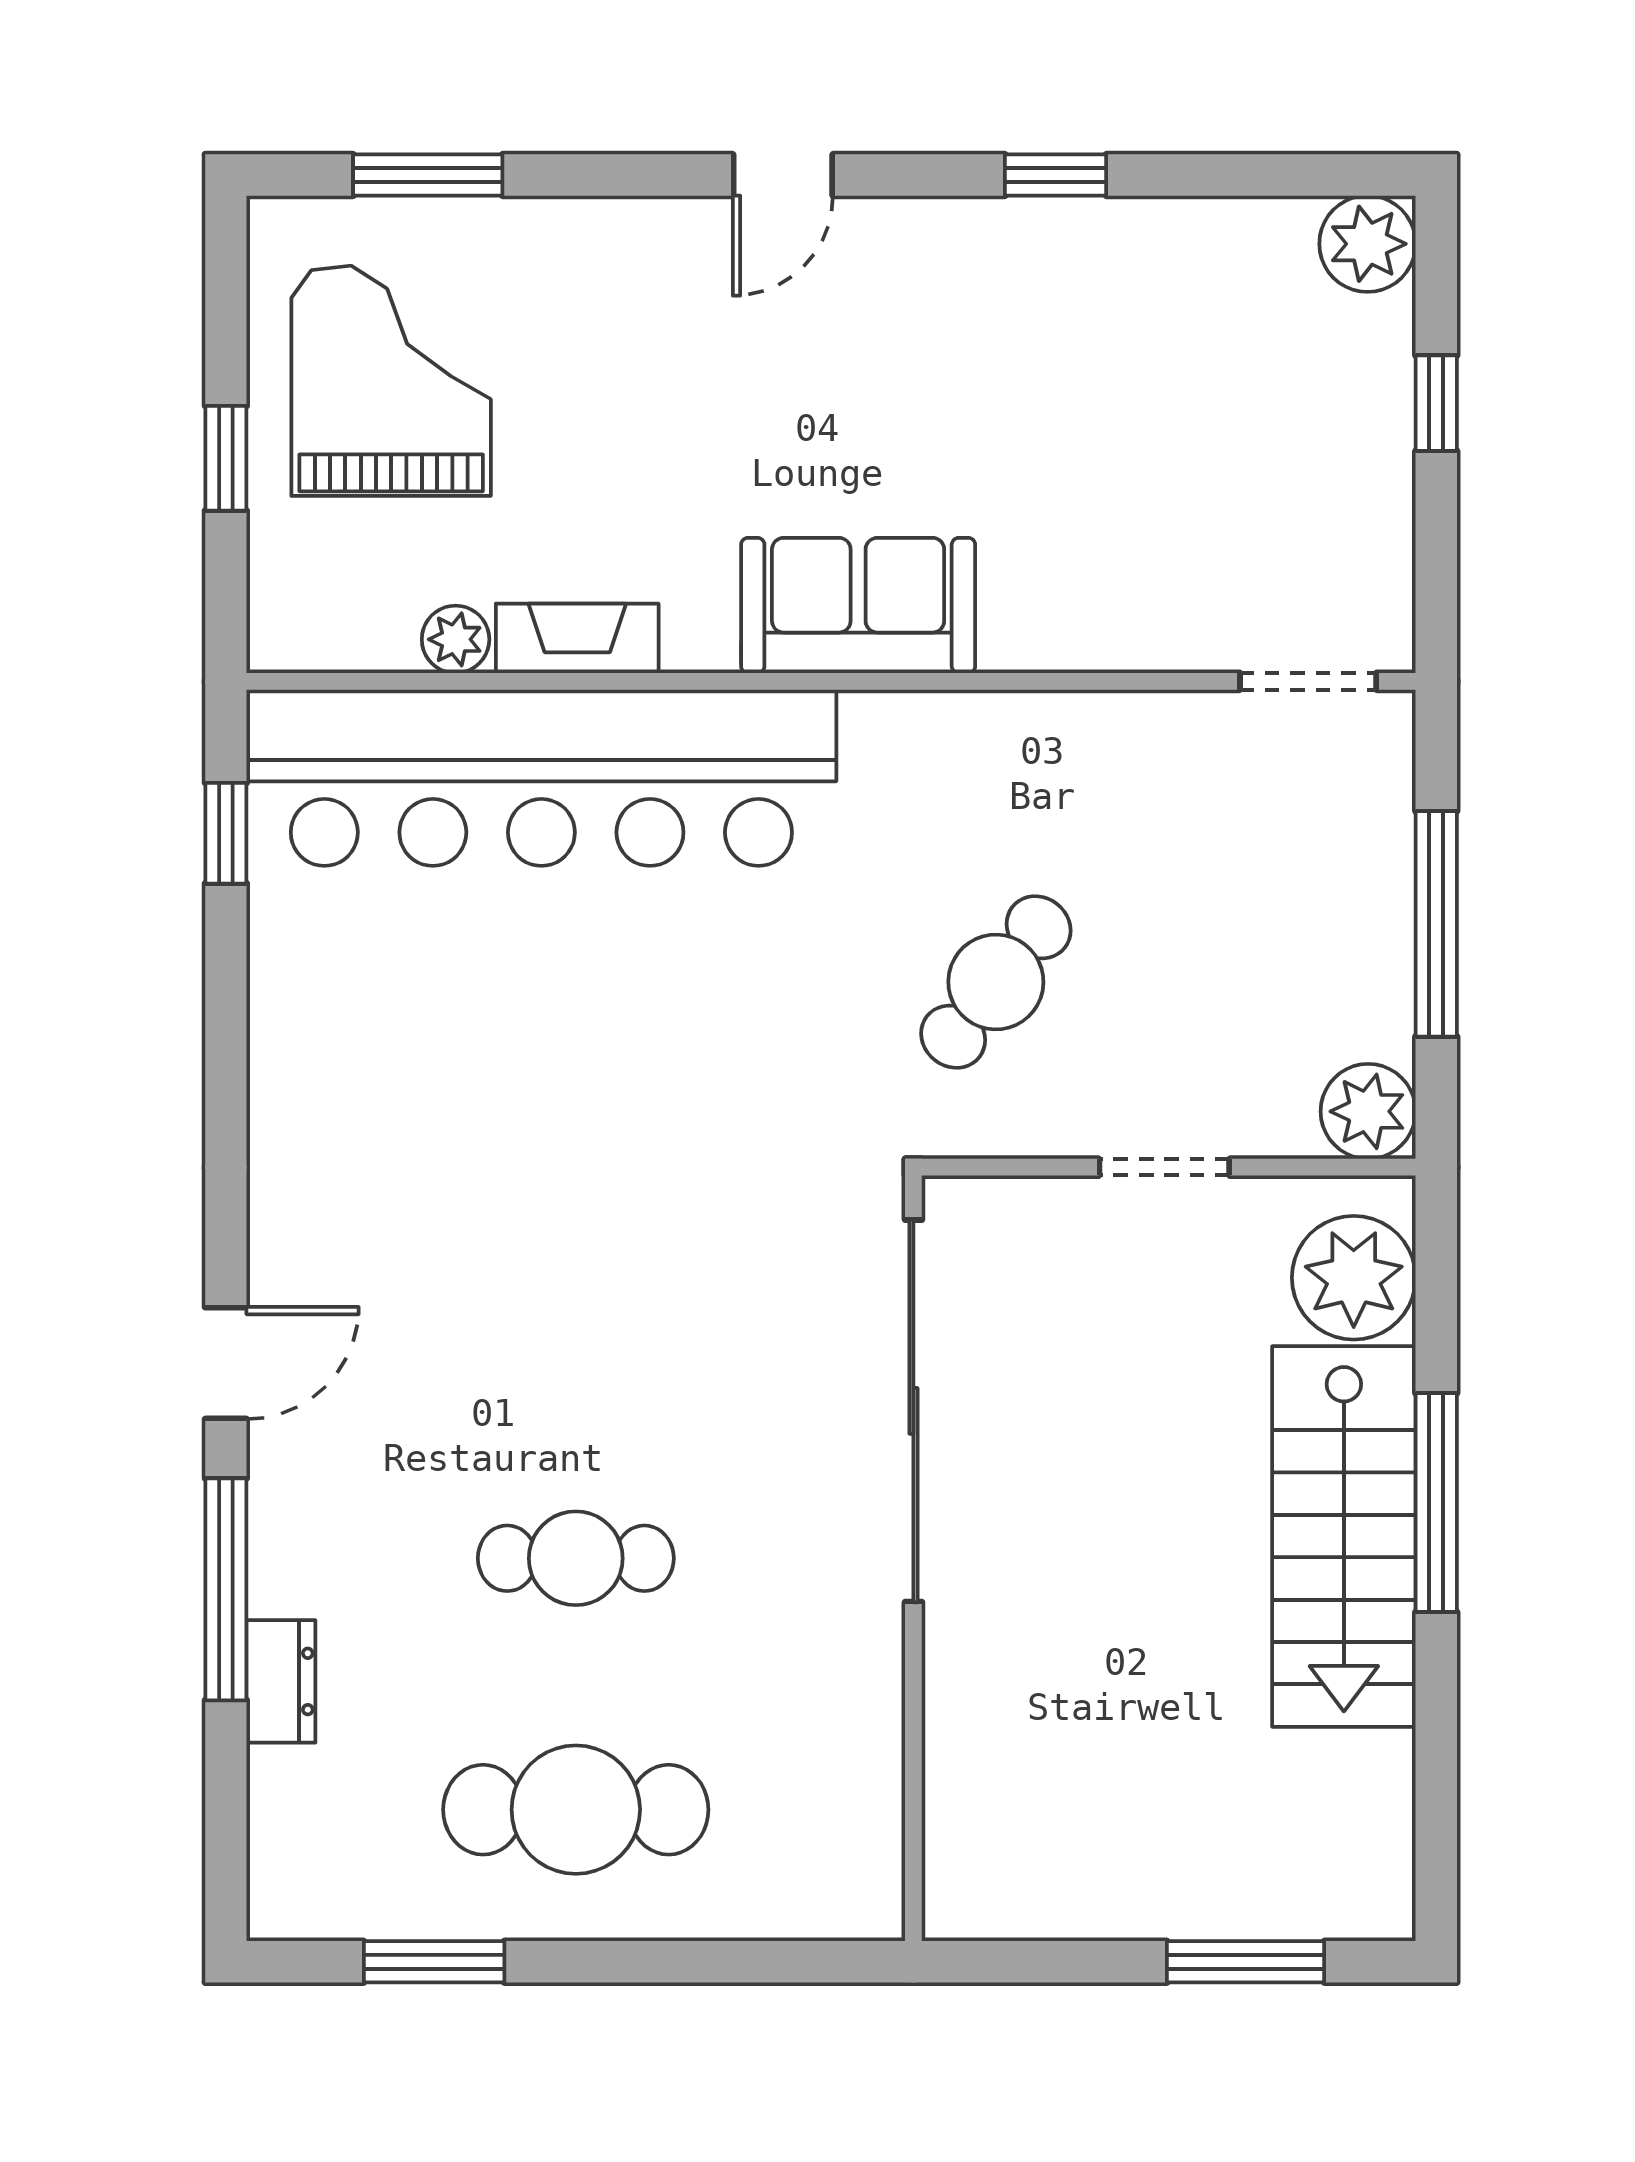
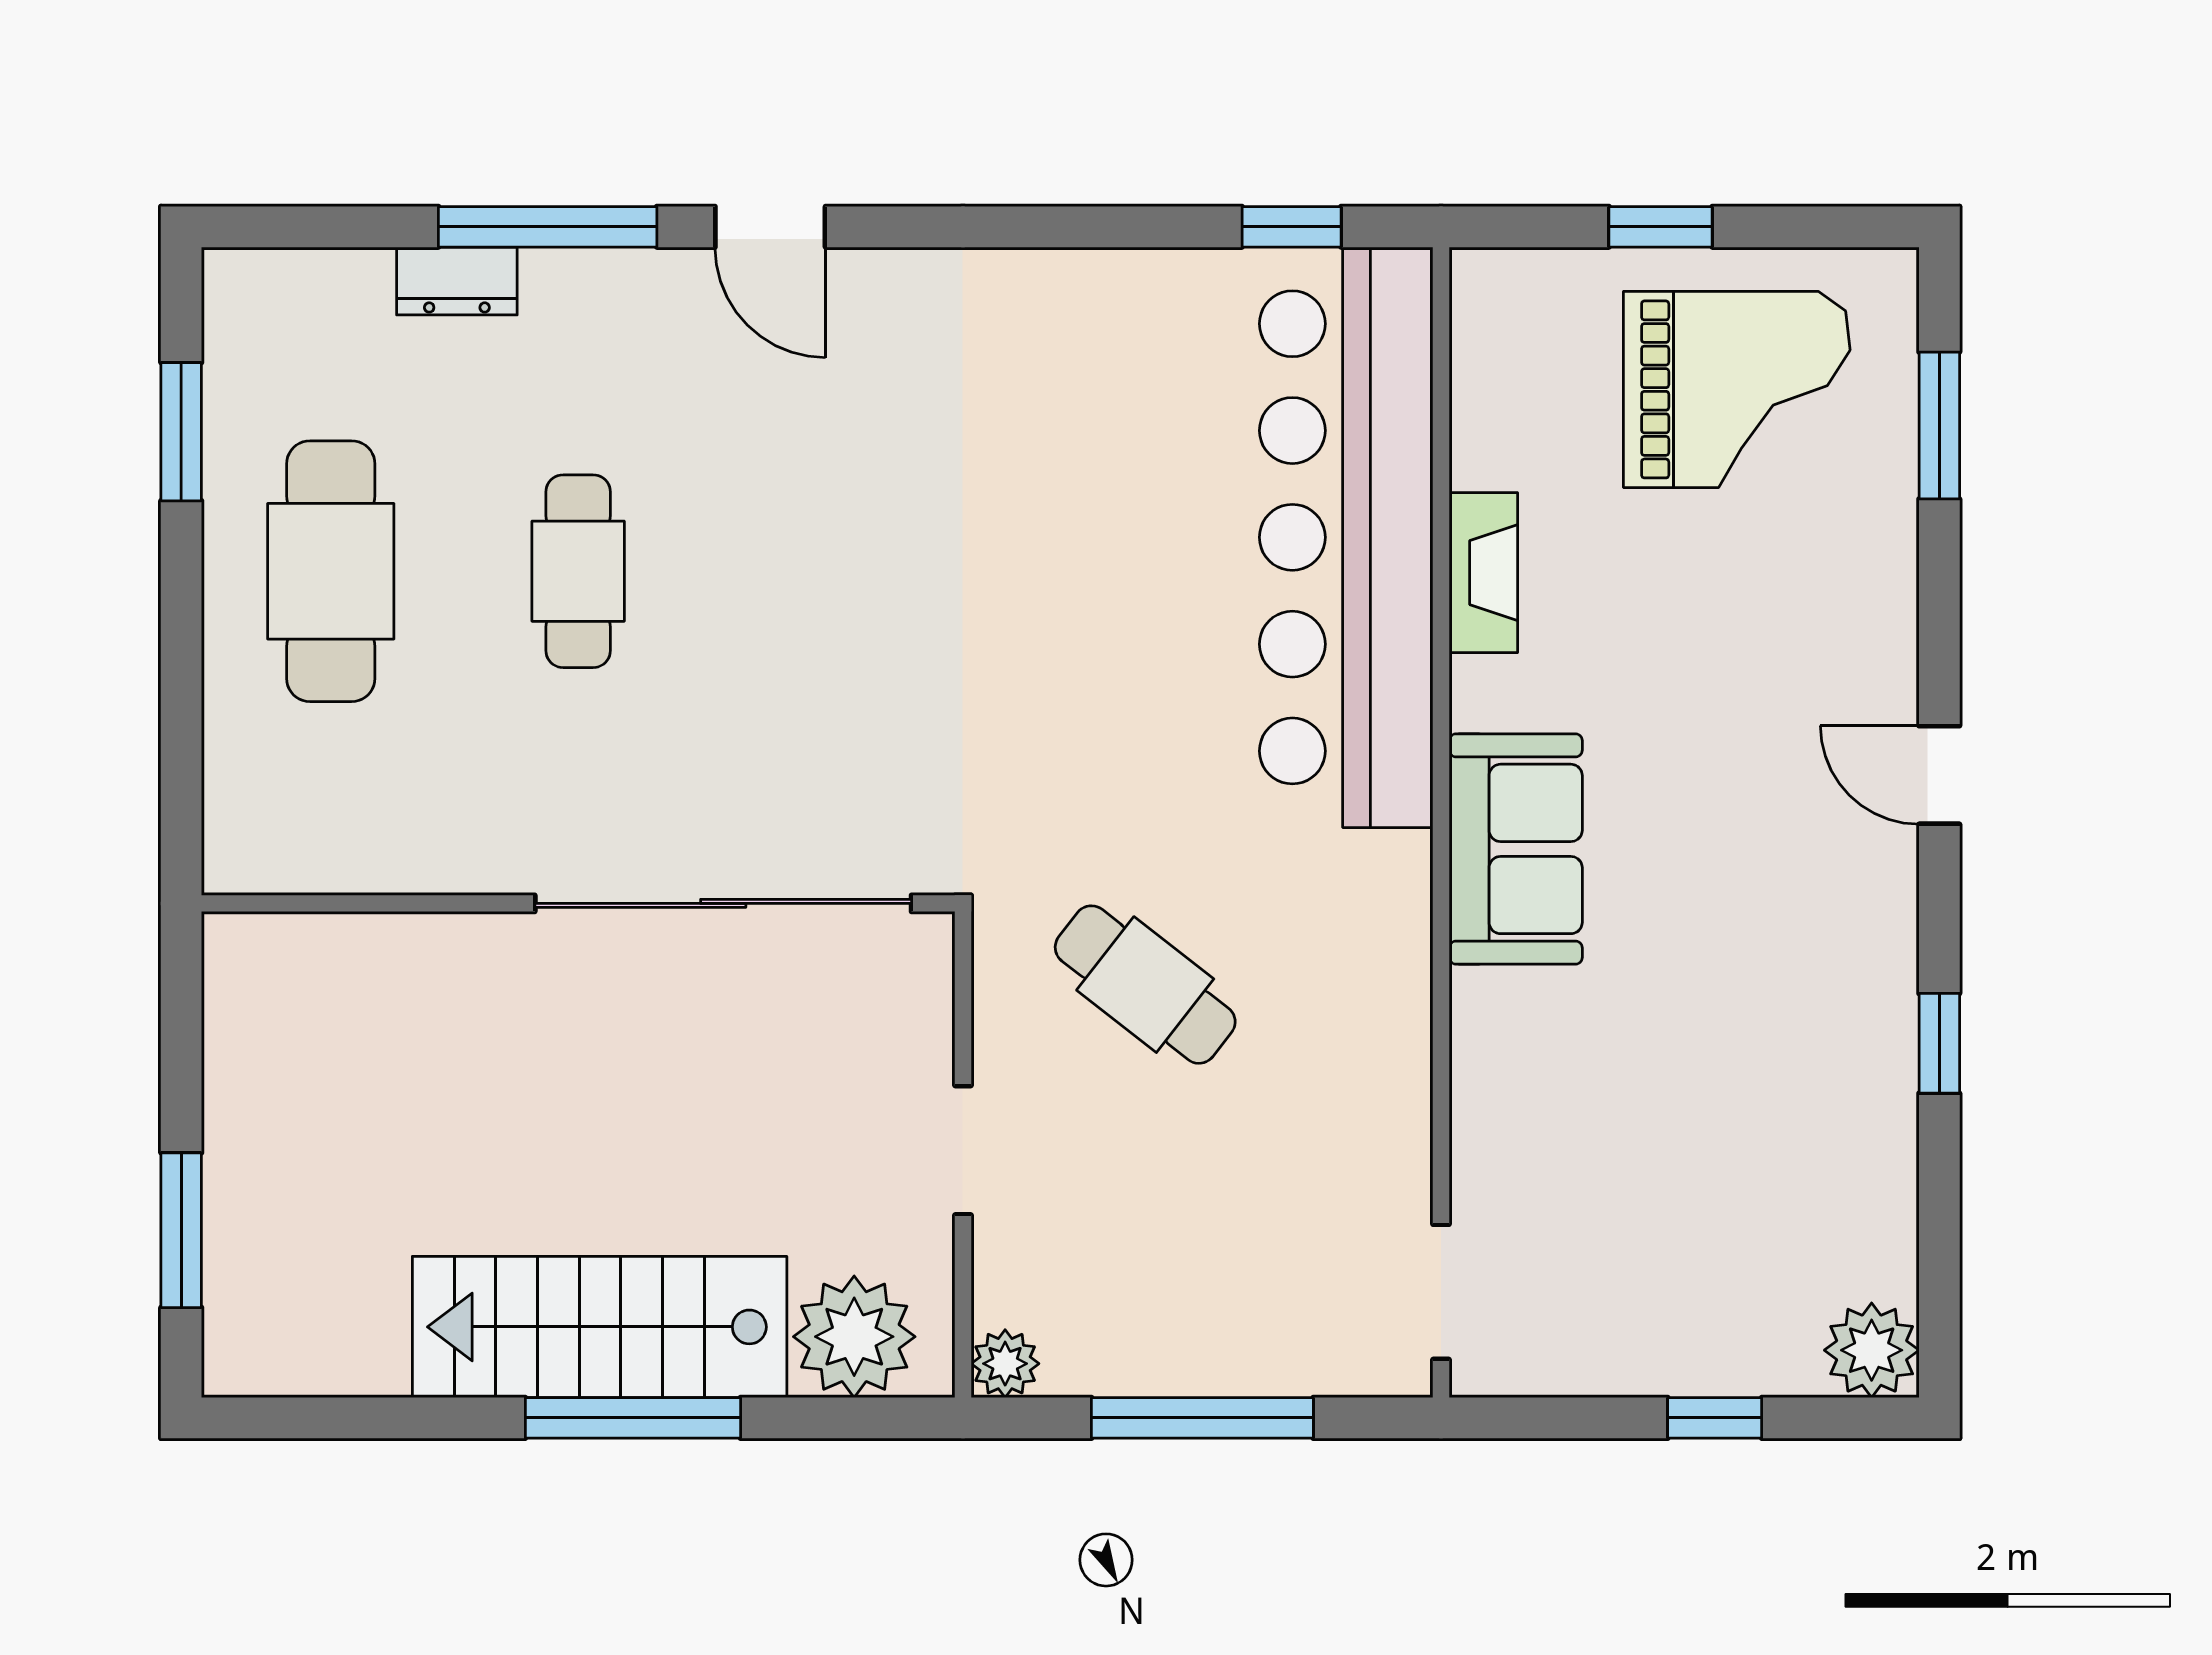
plant: (456, 639) -> (1482, 453), removed
plant: (1368, 1111) -> (1005, 1364), width x0.73, depth x0.73

